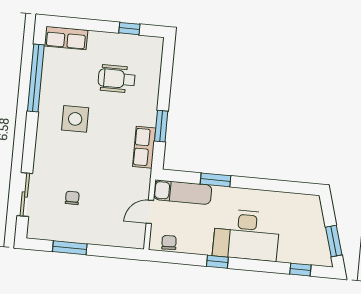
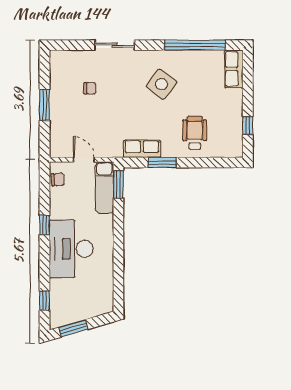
wheelchair: (117, 79) -> (195, 133), moved
side table: (75, 119) -> (161, 84), turned 38
window: (216, 180) -> (118, 184), moved
sliding door: (25, 195) -> (115, 45), moved
window: (70, 248) -> (45, 105), moved

